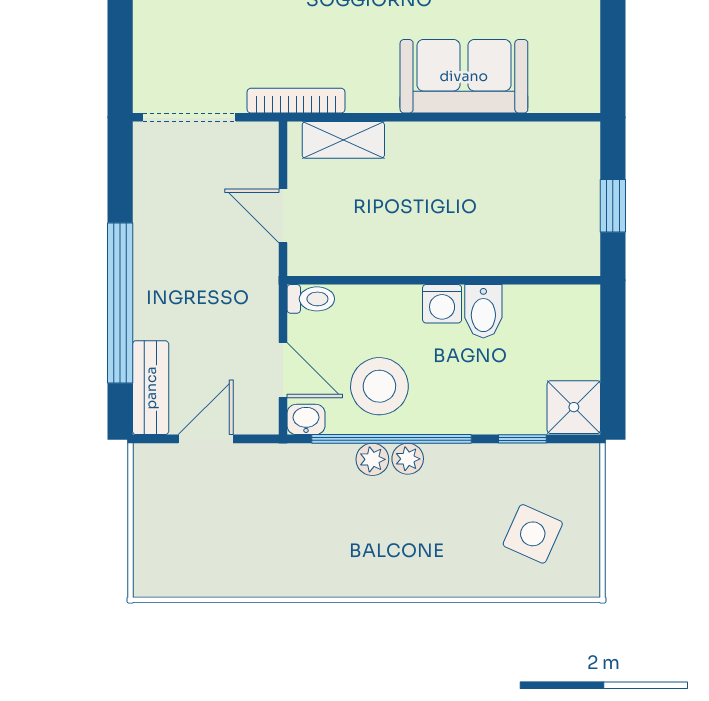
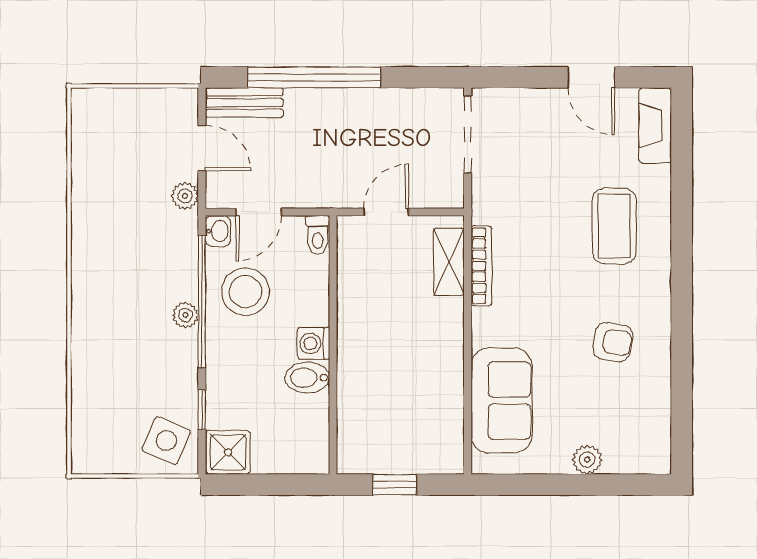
sofa: (464, 76) -> (502, 400), moved
bookcase: (296, 101) -> (481, 266), moved
plant: (372, 459) -> (185, 196), moved
side table: (533, 534) -> (166, 441), moved

